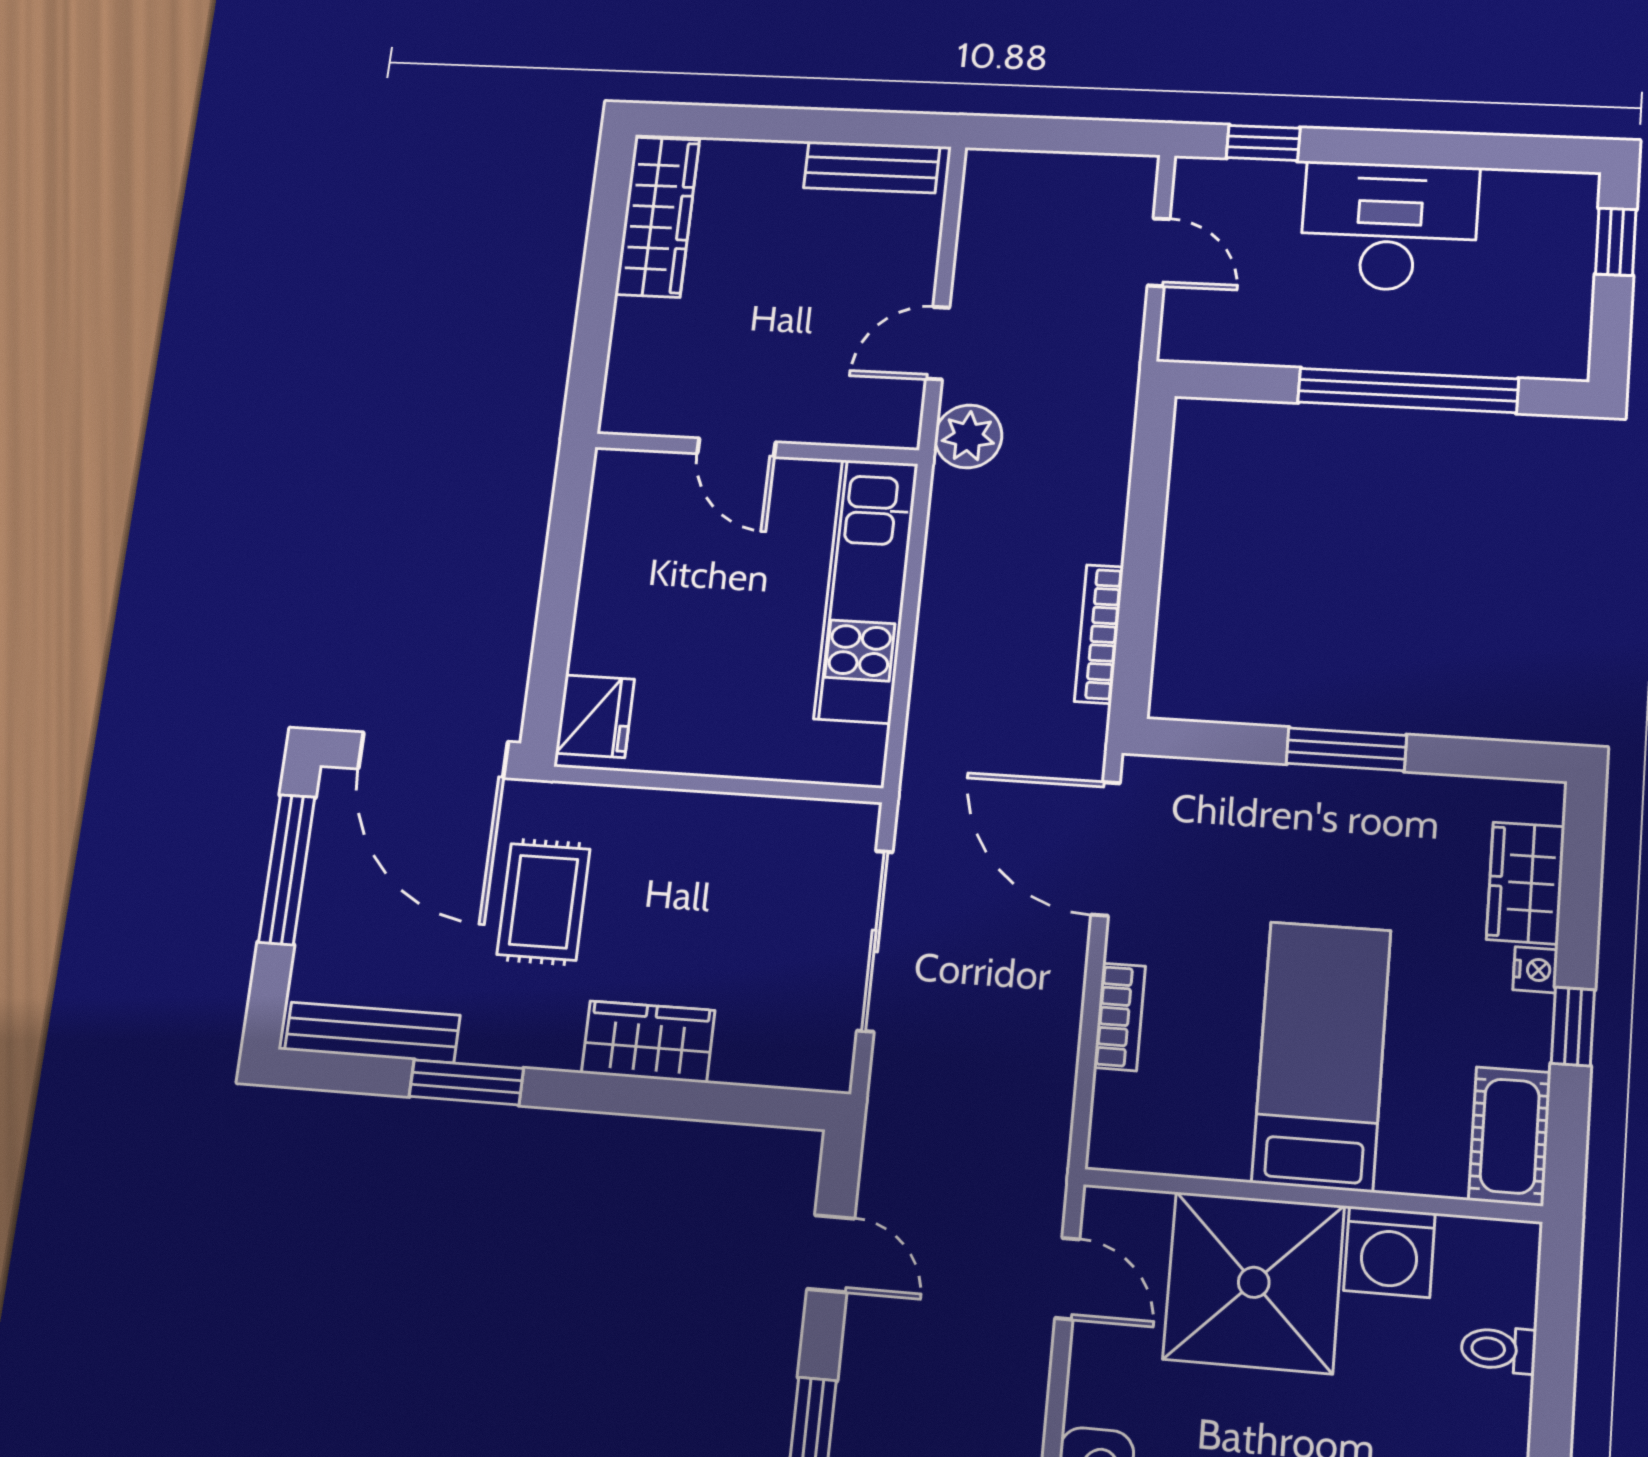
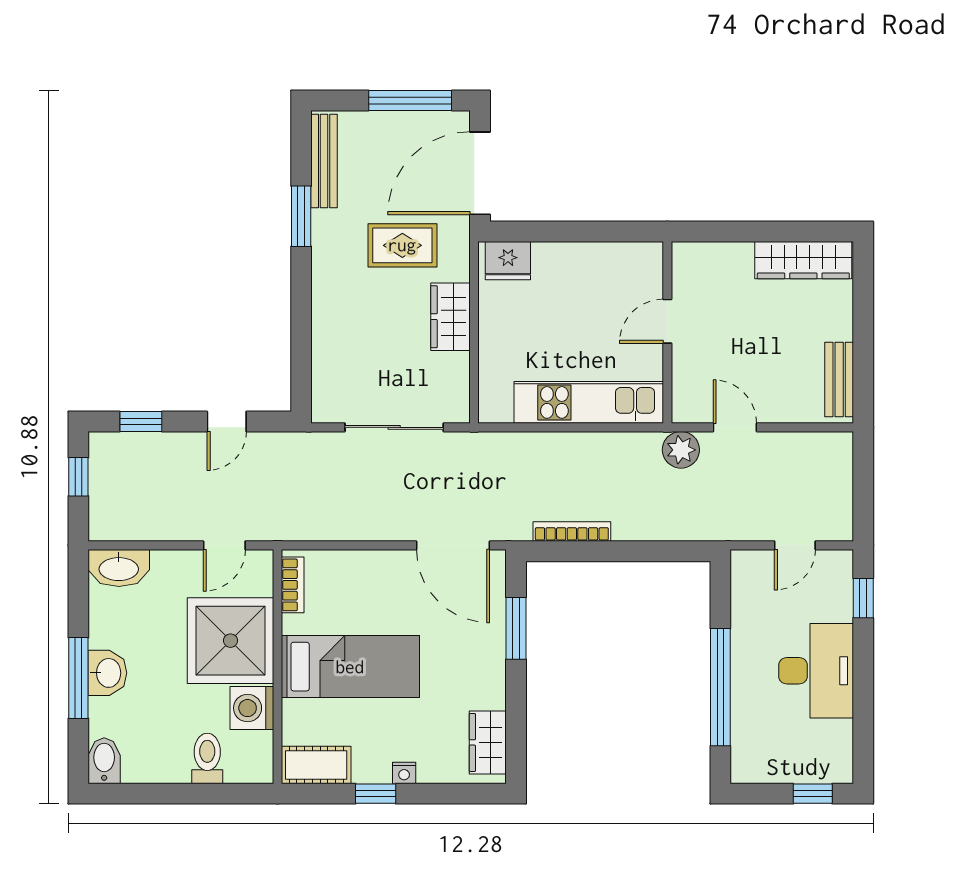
window: (1346, 749) -> (516, 628), moved
door: (1106, 849) -> (453, 545), swing flipped
wardrobe: (1526, 883) -> (488, 742), moved, turned -90
bookcase: (1120, 1017) -> (293, 585), moved, turned -90
wardrobe: (648, 1042) -> (450, 317), moved, turned 180
toilet: (1498, 1349) -> (207, 758), width x1.37, depth x1.39

